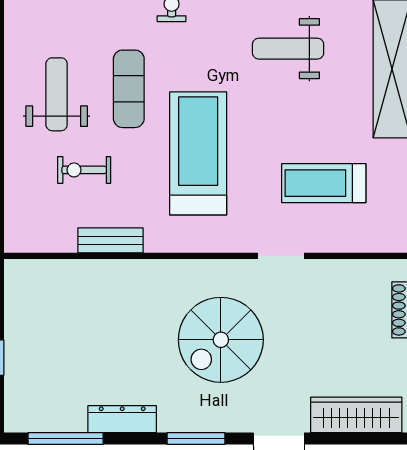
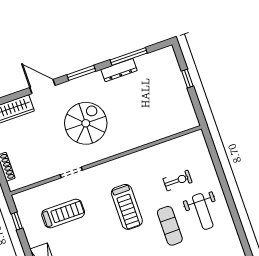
treadmill: (198, 153) -> (127, 207), width x0.73, depth x0.73
bench: (110, 240) -> (154, 152), removed
window: (66, 439) -> (129, 56), moved

